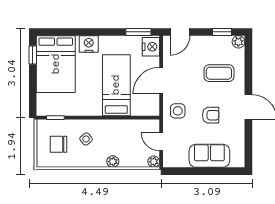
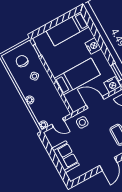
window: (33, 55) -> (68, 16), removed
bed: (56, 64) -> (68, 29), width x0.67
armchair: (211, 115) -> (91, 144), removed
door: (161, 142) -> (58, 123), swing flipped

